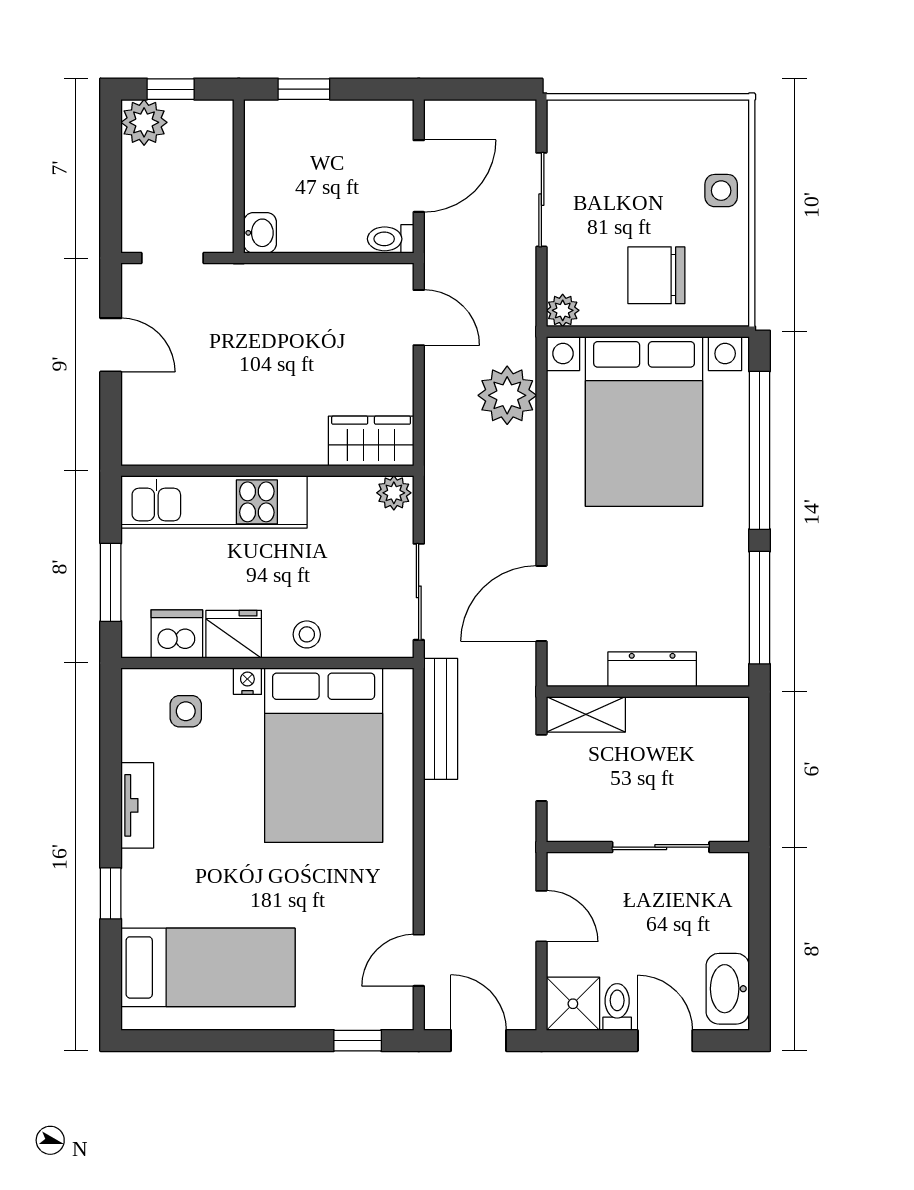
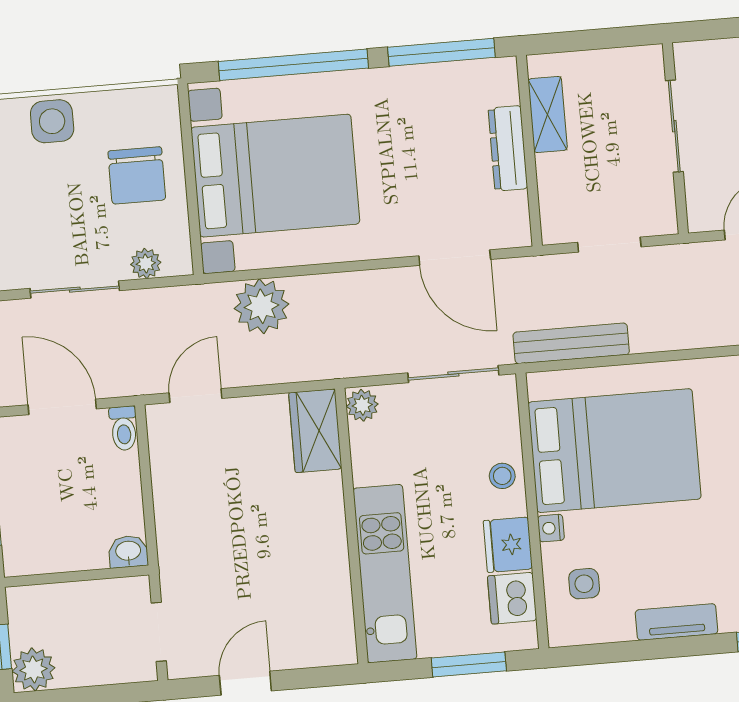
side table: (721, 191) -> (52, 121), width x1.37, depth x1.37
plant: (563, 310) -> (146, 263), moved
shelving: (586, 714) -> (548, 115), moved

